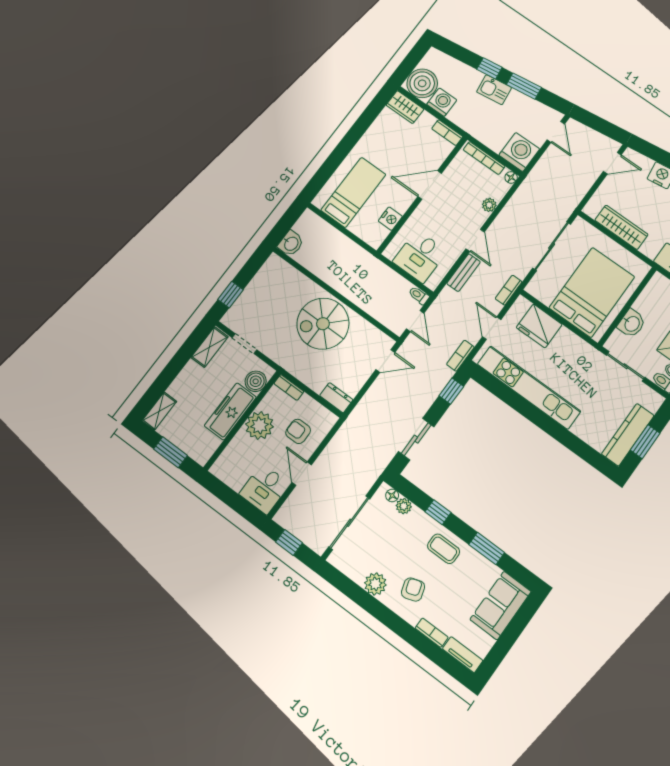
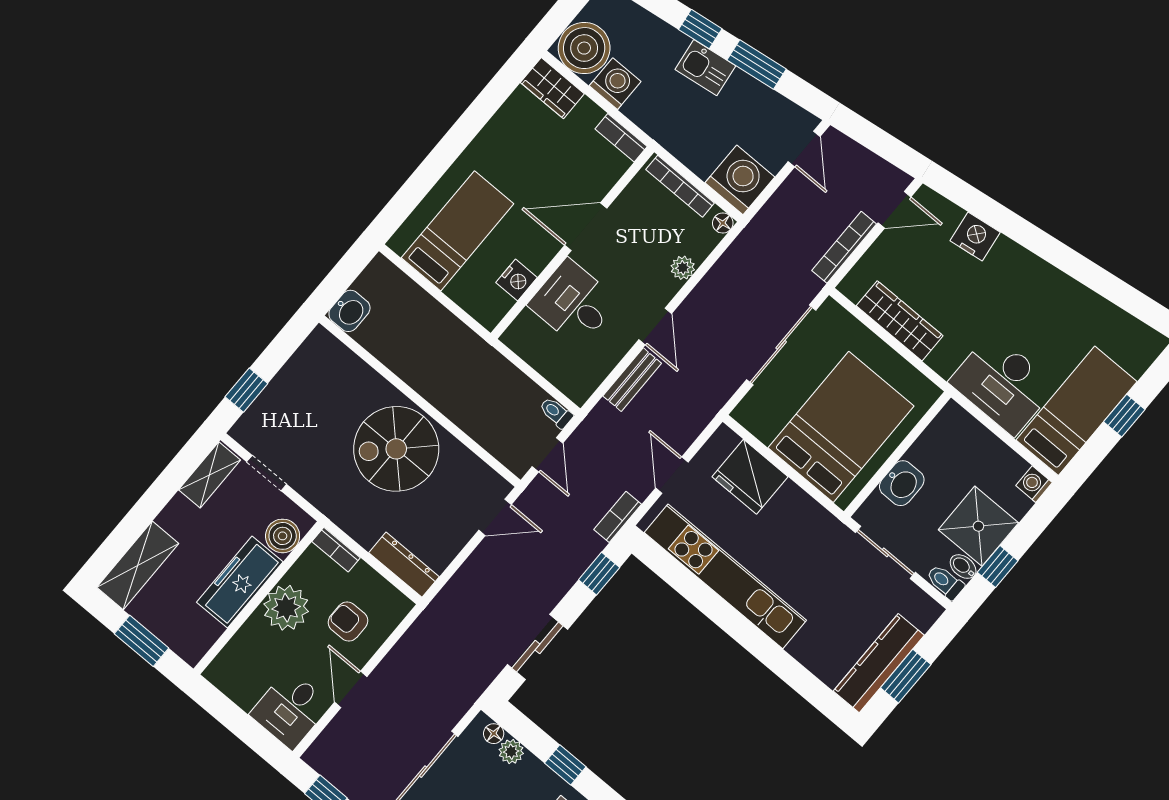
desk: (420, 256) -> (573, 303), moved, turned 90
bookcase: (509, 290) -> (844, 247), moved, width x1.56
dresser: (336, 398) -> (404, 565), width x1.44
shelving: (159, 411) -> (138, 565), width x1.50, depth x1.33

